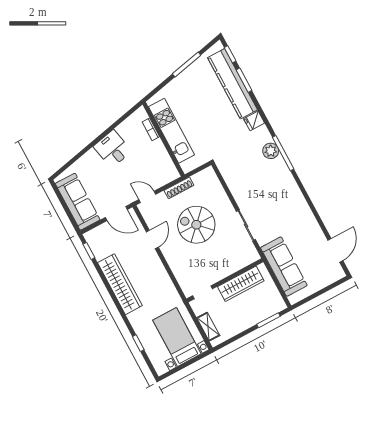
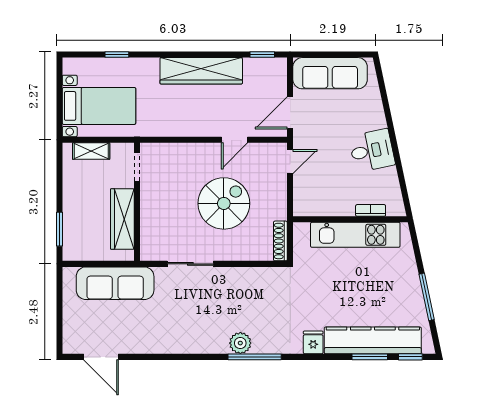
plant: (271, 151) -> (240, 343), moved
shoe rack: (179, 188) -> (280, 241), moved
door: (152, 240) -> (235, 140), hinge flipped

